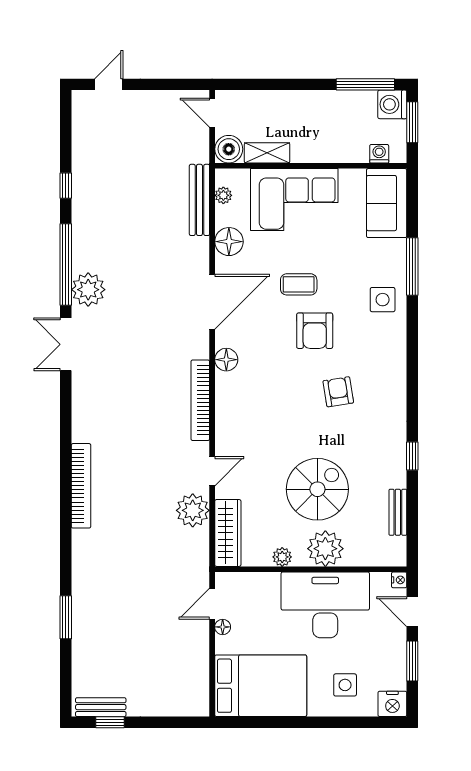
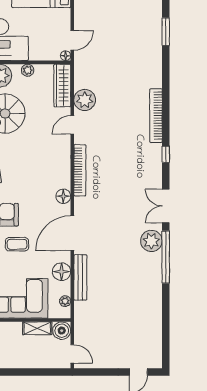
window: (66, 186) -> (166, 154), moved
bench: (199, 200) -> (80, 277), moved
double door: (66, 344) -> (166, 206), swing flipped
floor lamp: (223, 627) -> (66, 56), moved

